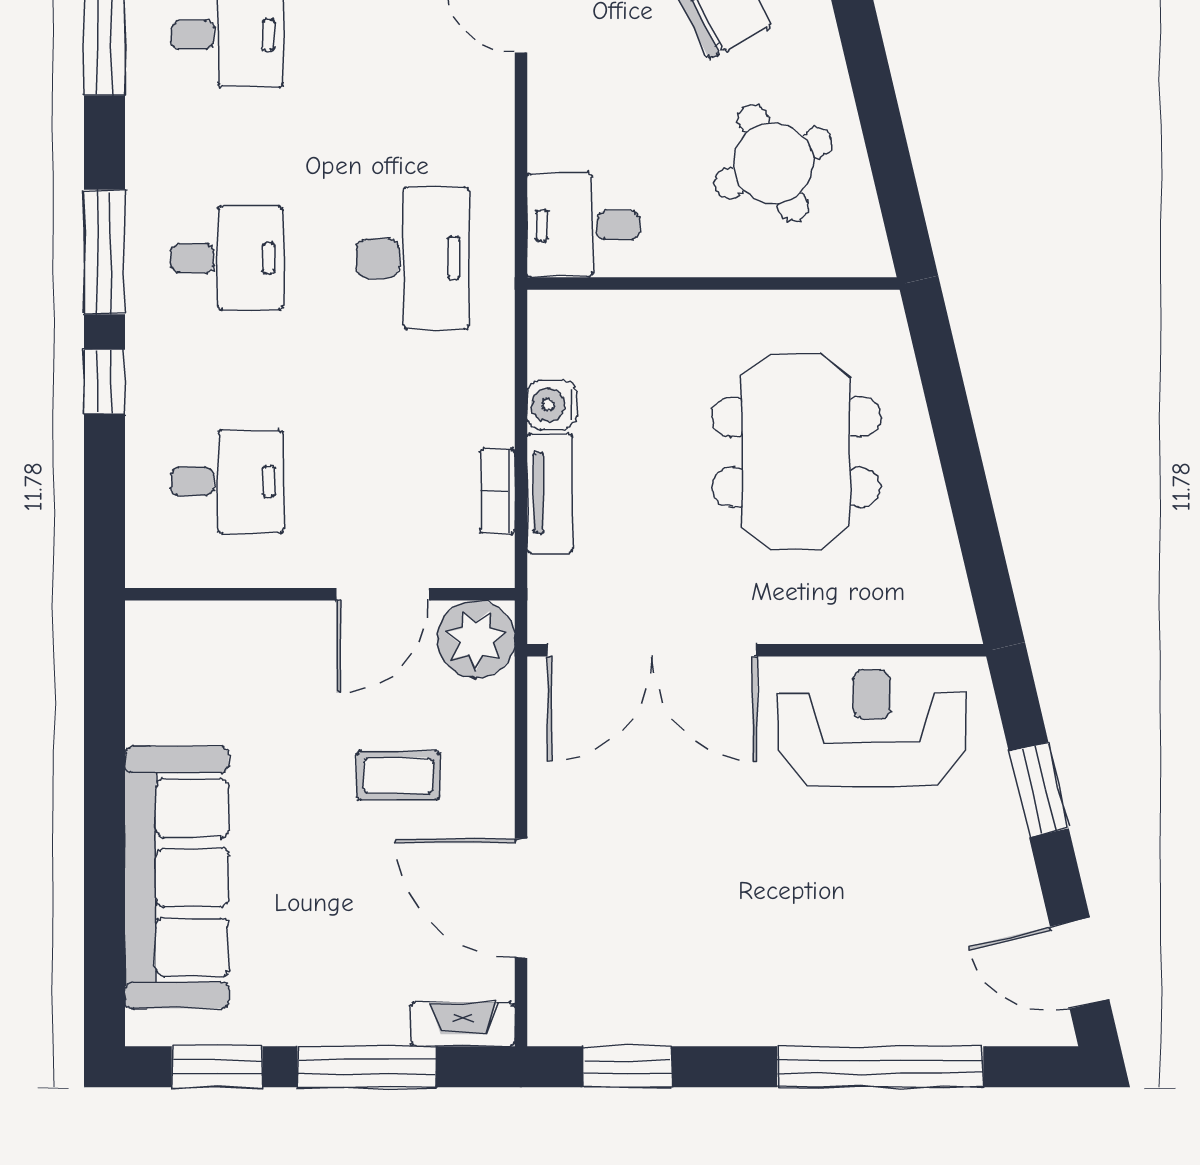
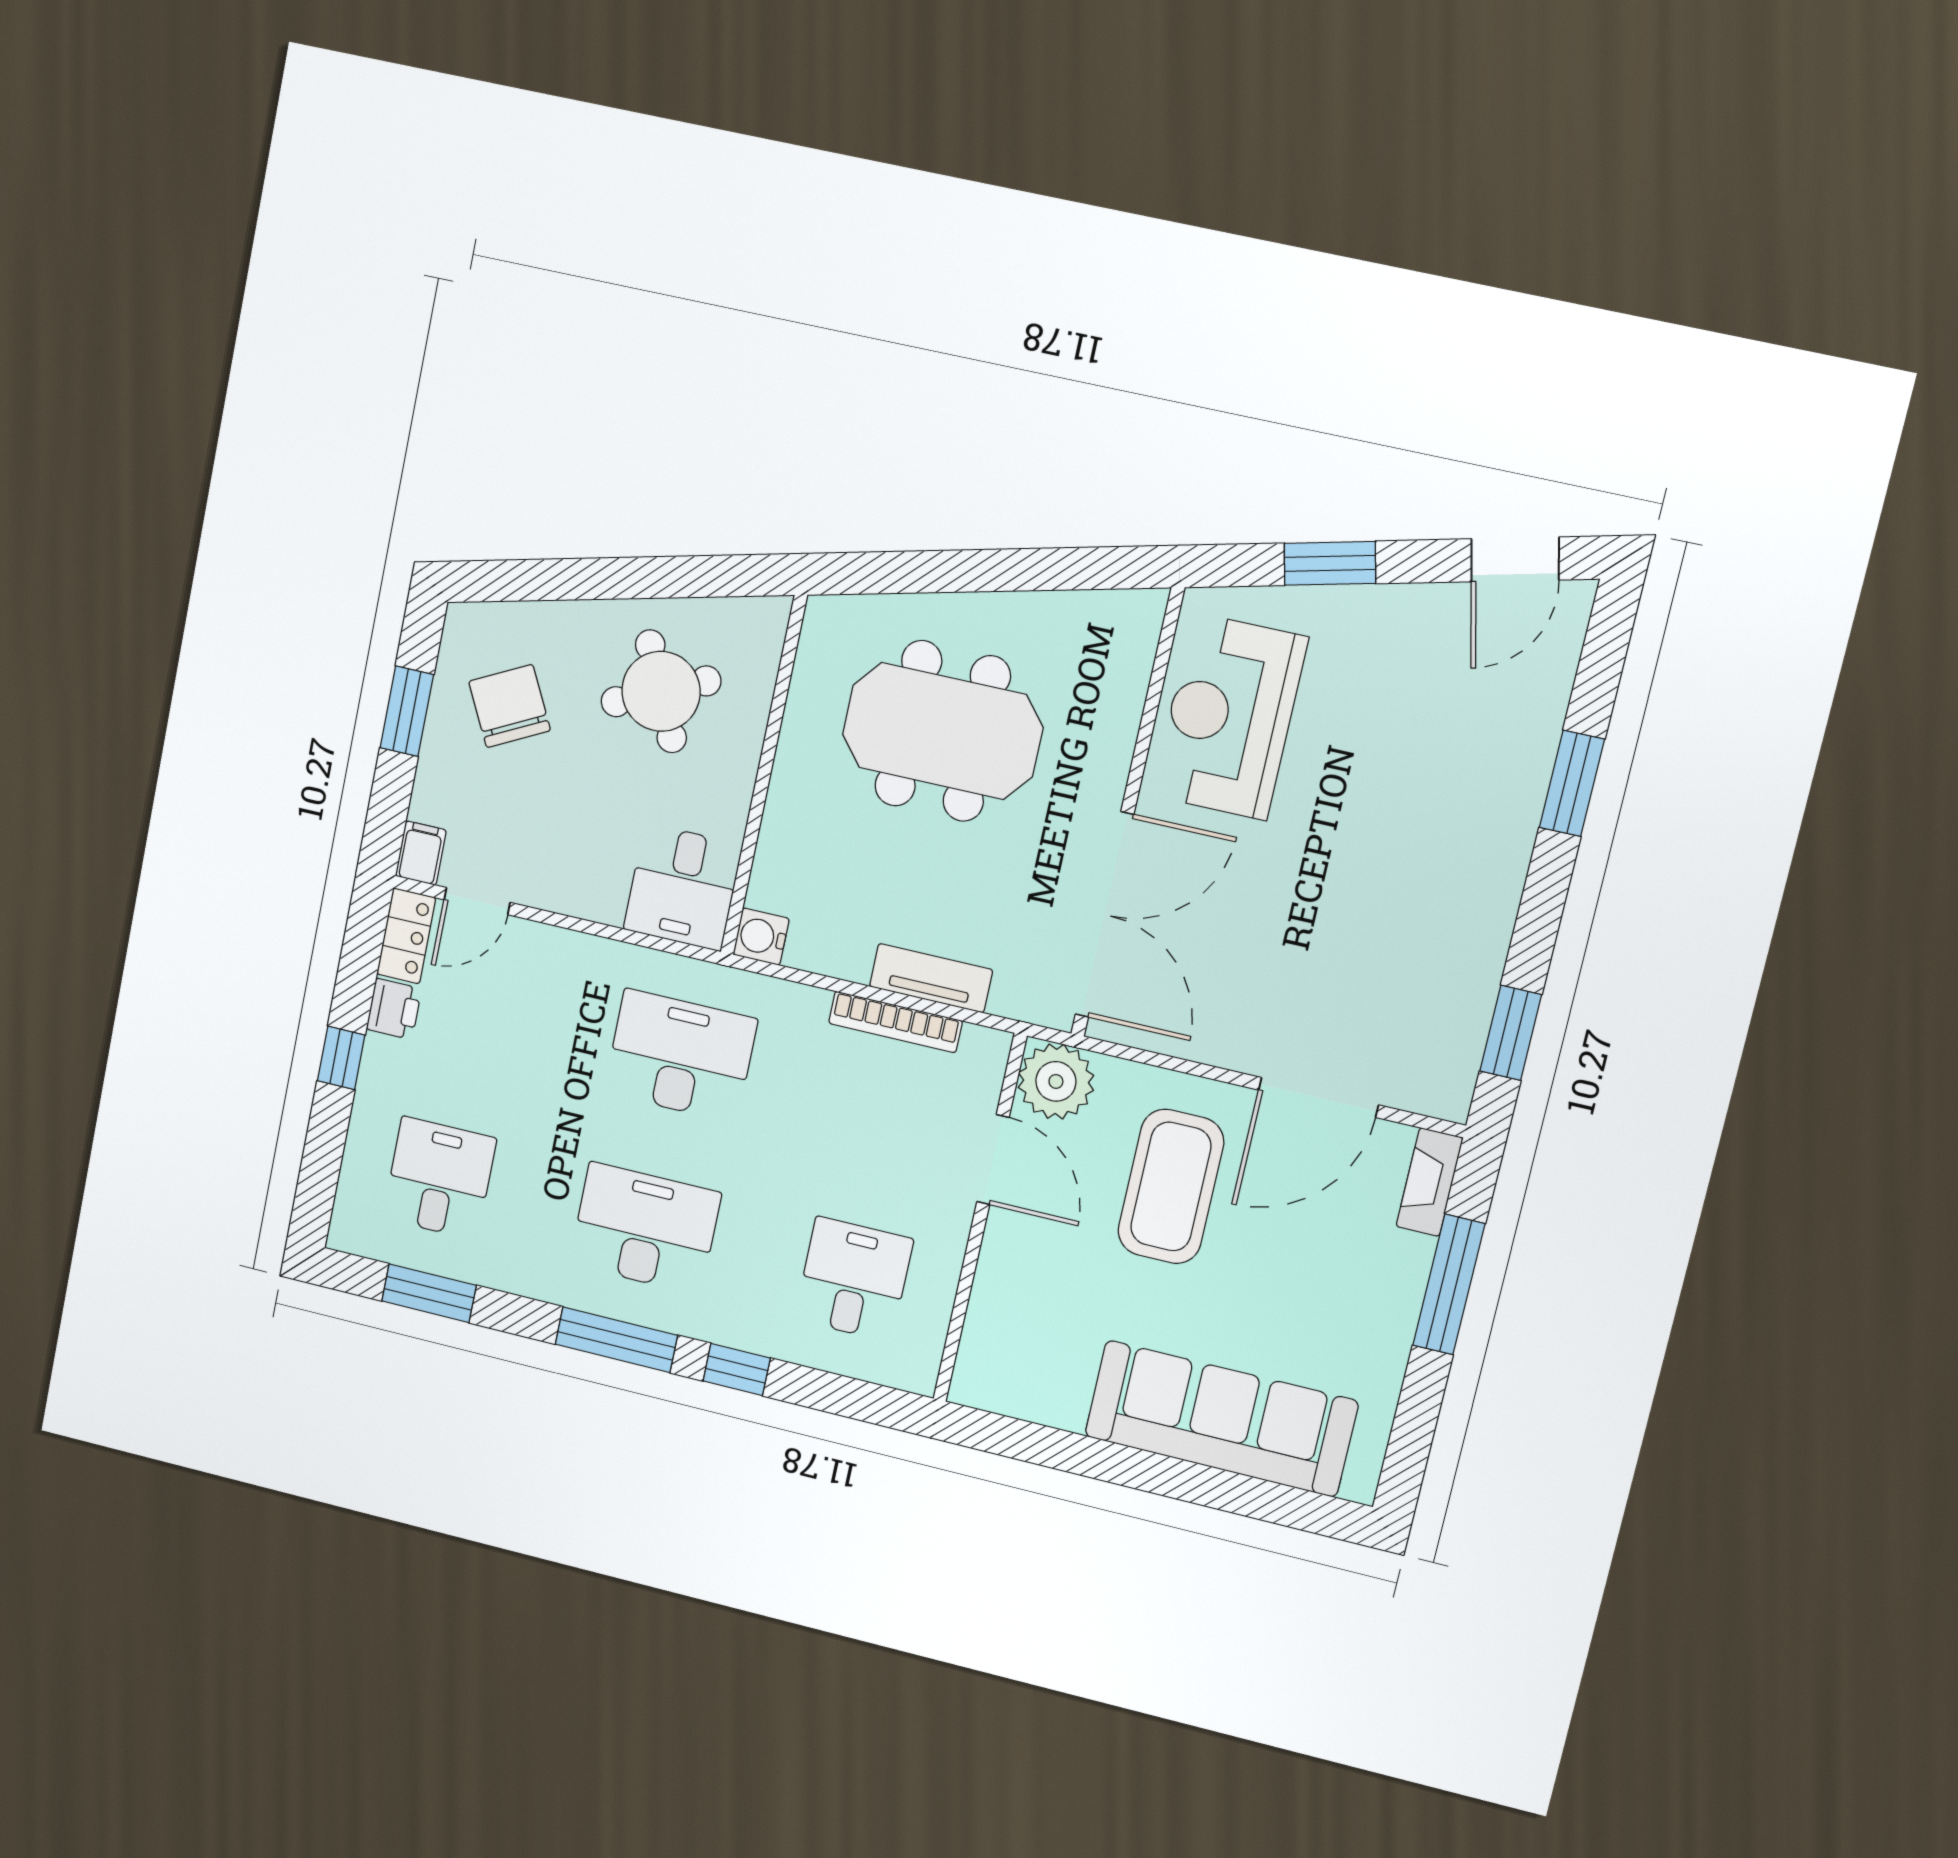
desk: (227, 258) -> (645, 1228), width x1.37
water cooler: (552, 405) -> (761, 937), moved, turned 90
bookcase: (498, 491) -> (895, 1022), width x1.56
coffee table: (398, 775) -> (1171, 1187), width x1.86, depth x1.72
window: (217, 1067) -> (1414, 1426), removed
window: (880, 1067) -> (1572, 783), width x0.47

